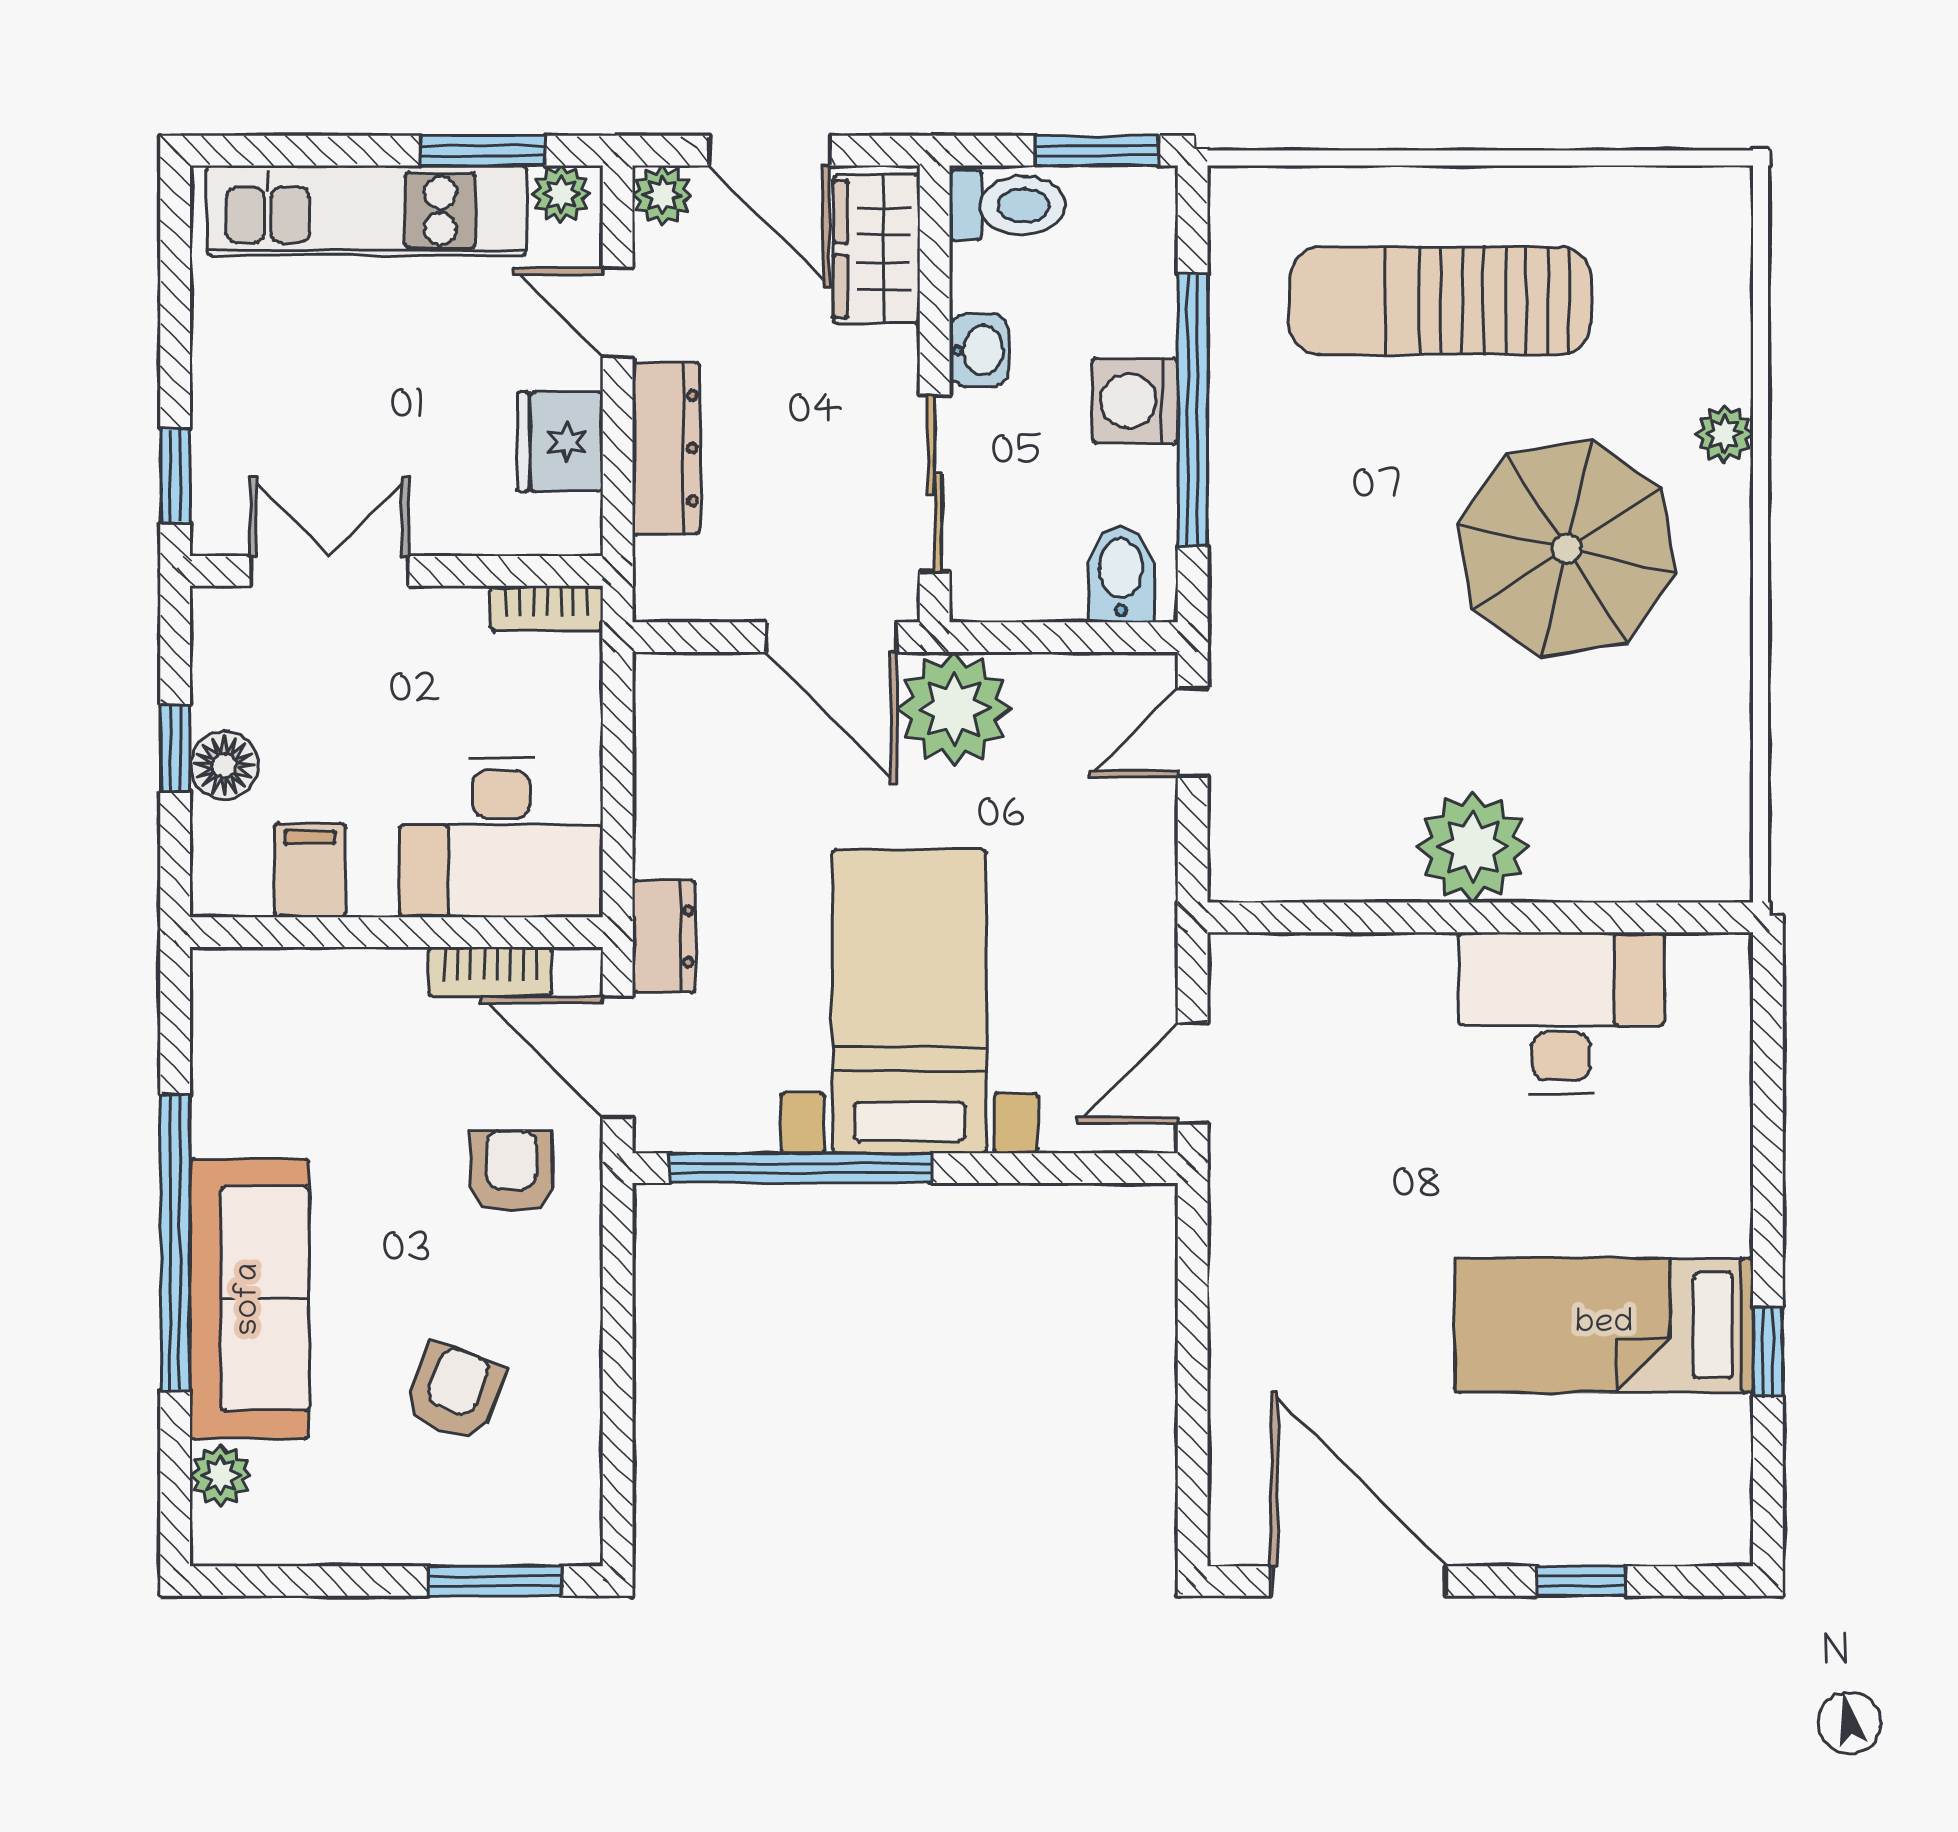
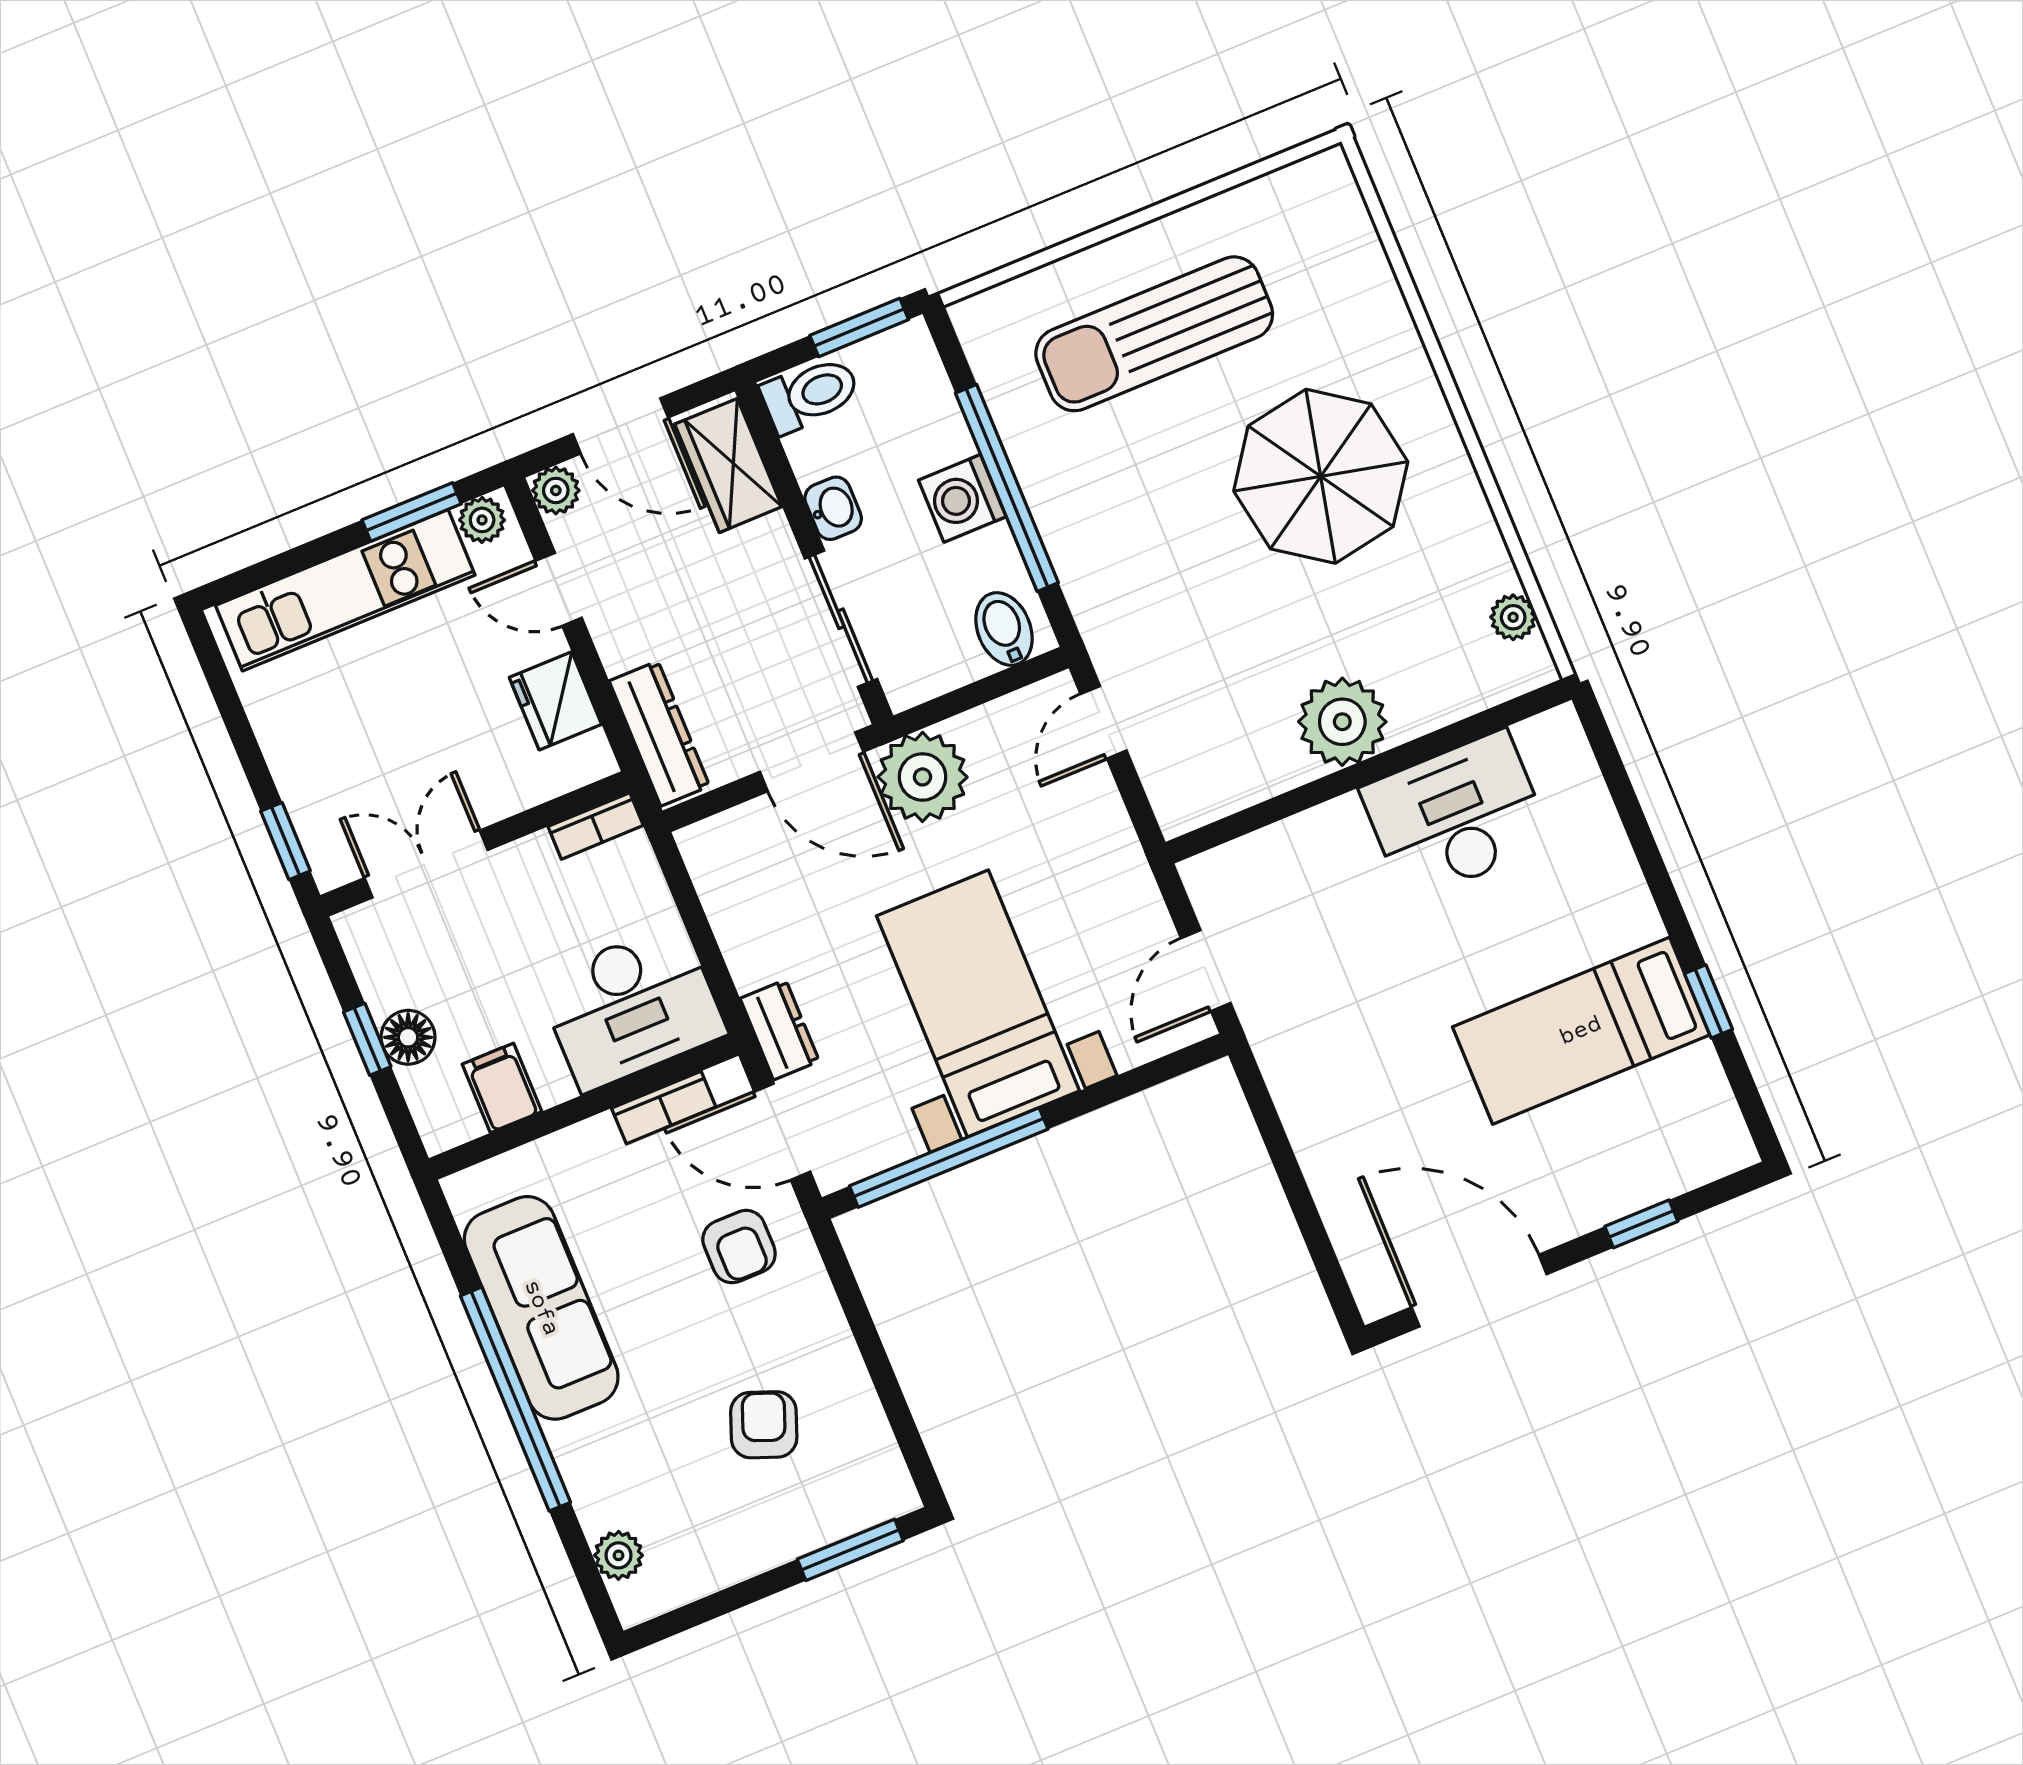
plant: (1724, 434) -> (1513, 617), moved
dresser: (666, 448) -> (659, 734), moved
armchair: (511, 1171) -> (739, 1247), turned 180
sofa: (250, 1299) -> (541, 1308), moved

